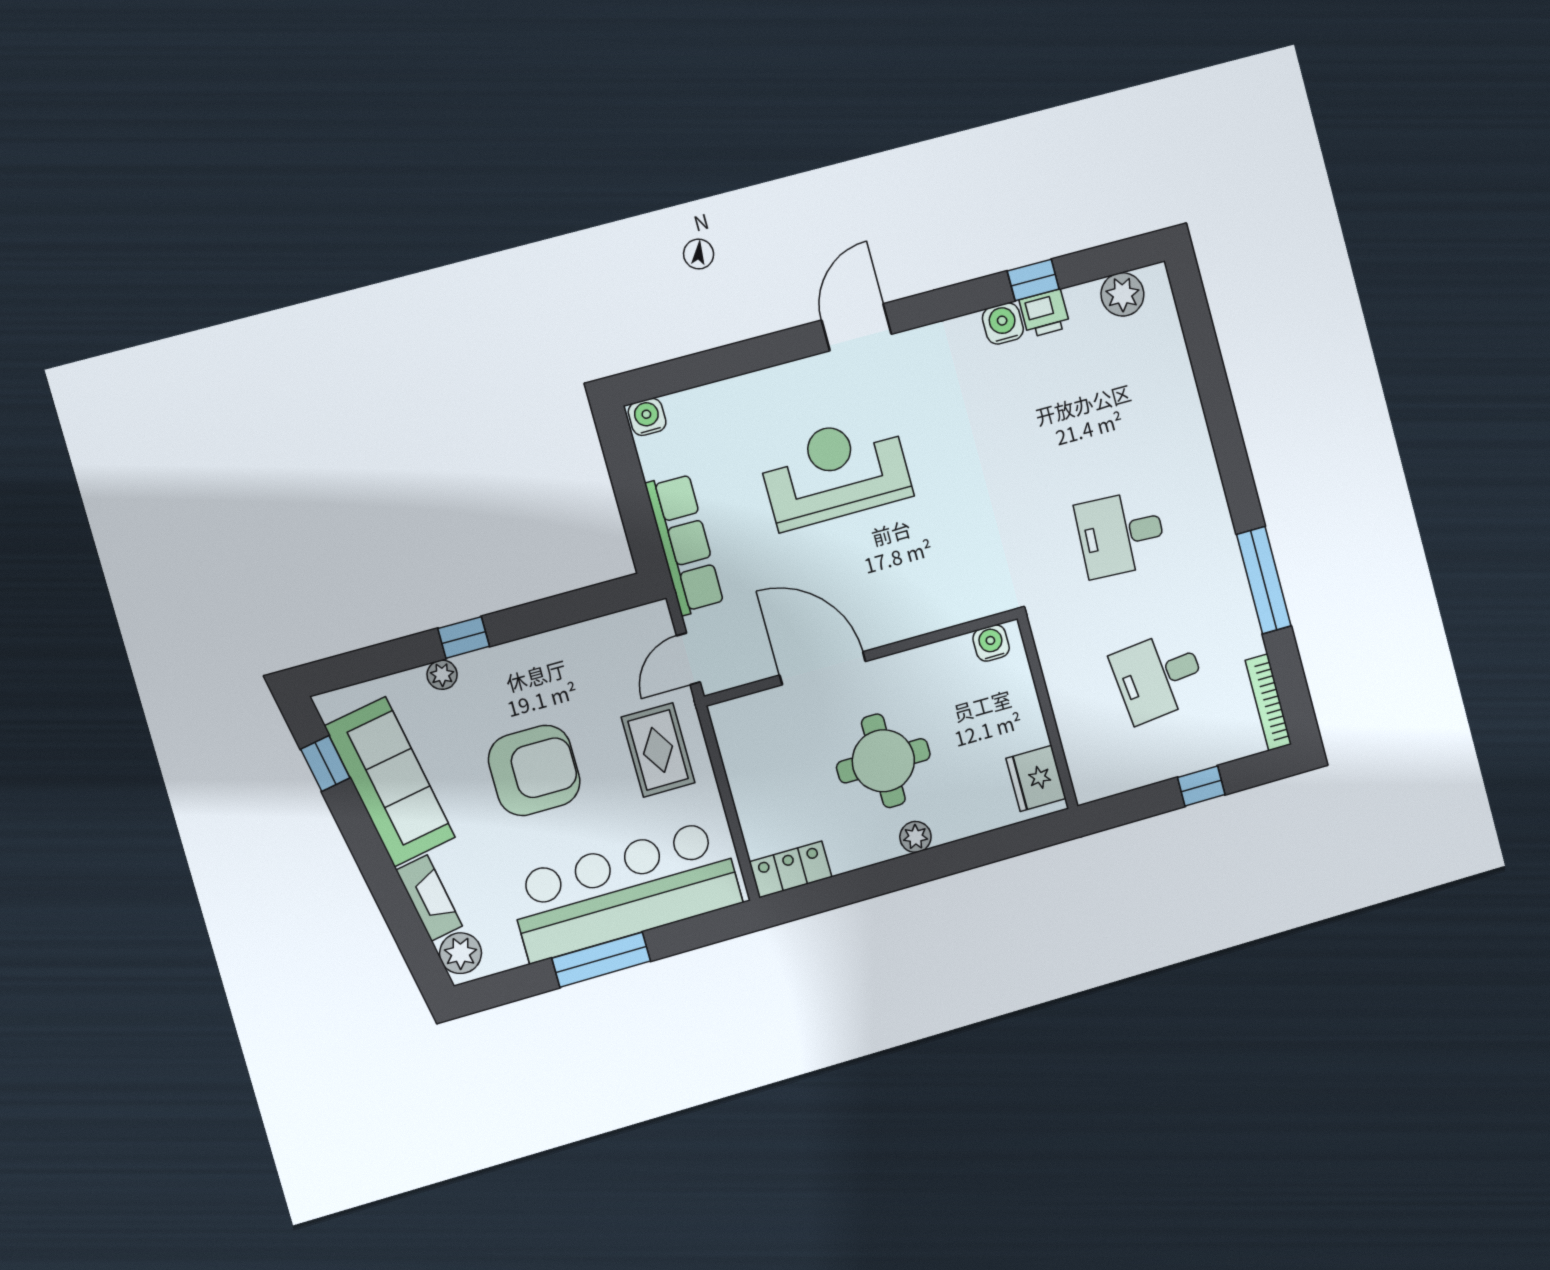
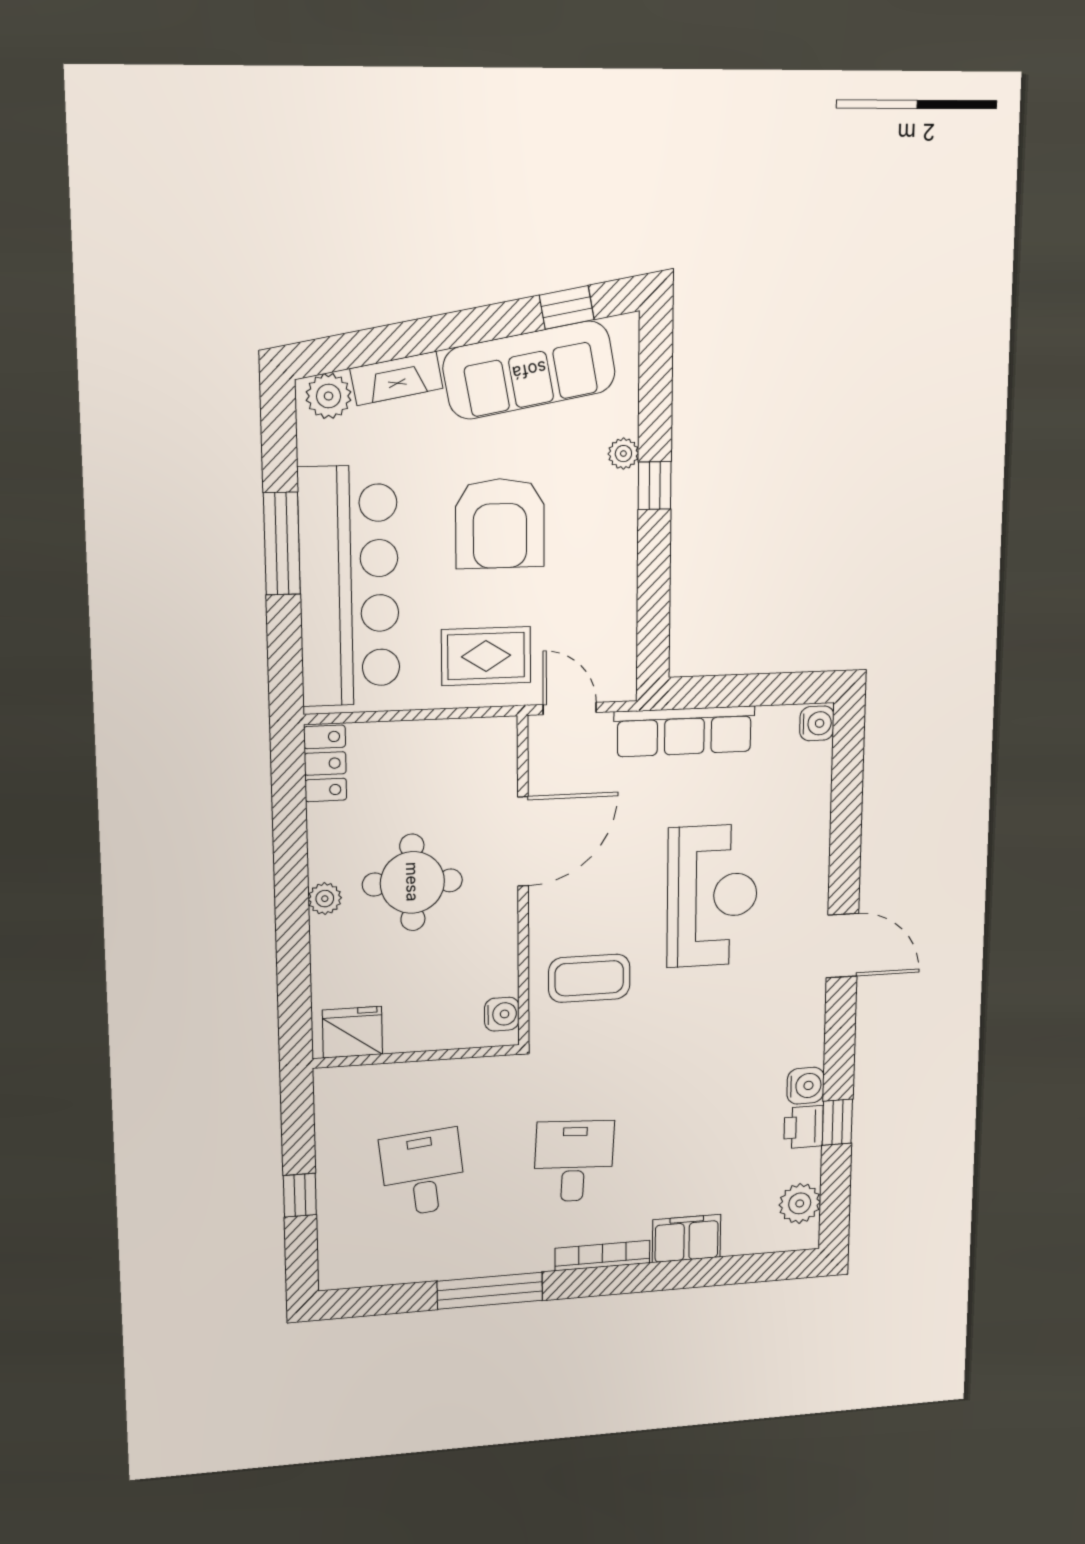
filing cabinet: (1178, 400) -> (687, 1238), added
coffee table: (940, 569) -> (589, 978), added
bookcase: (1268, 702) -> (603, 1256), moved

